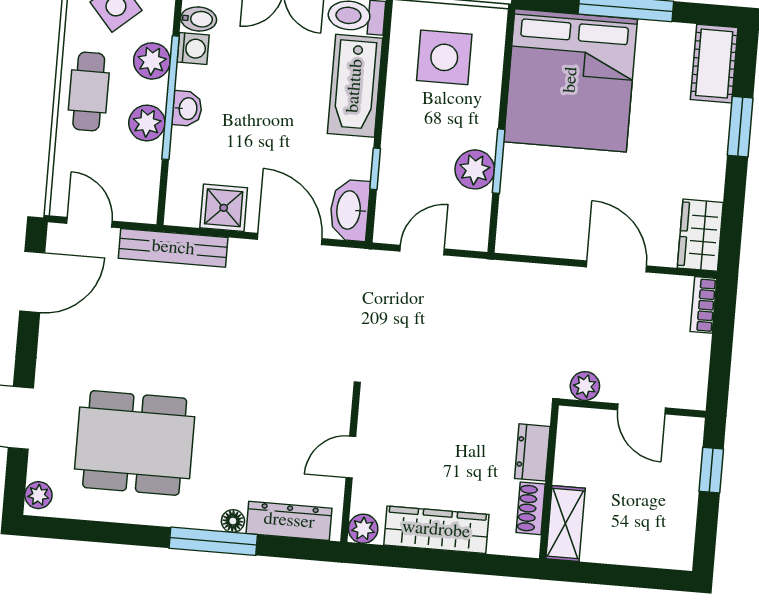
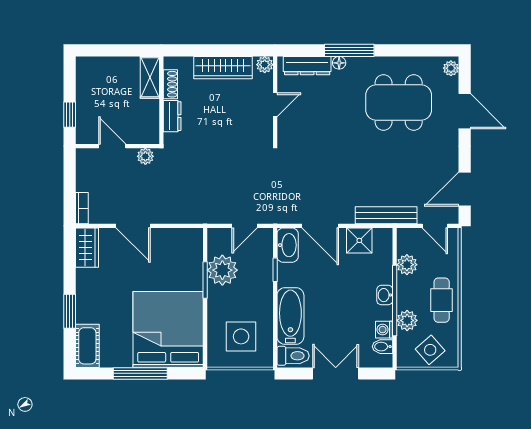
plant: (147, 123) -> (407, 265), moved
plant: (475, 169) -> (222, 270), width x1.36, depth x1.36

